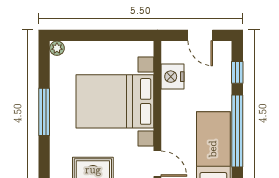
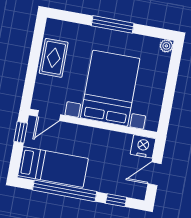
nightstand: (172, 77) -> (143, 146), moved

